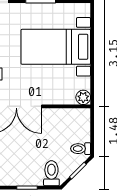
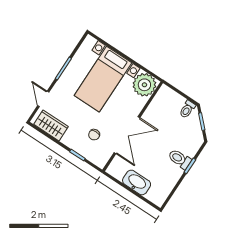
plant: (83, 97) -> (144, 85), width x1.88, depth x1.88
toilet: (51, 173) -> (180, 159), moved

